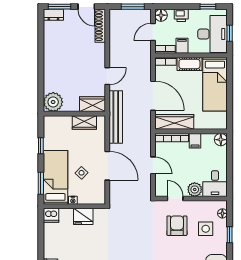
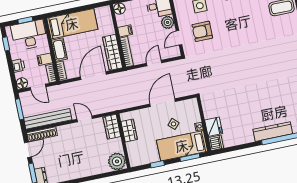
bench: (116, 117) -> (48, 119), moved
fridge: (83, 216) -> (214, 127), moved

